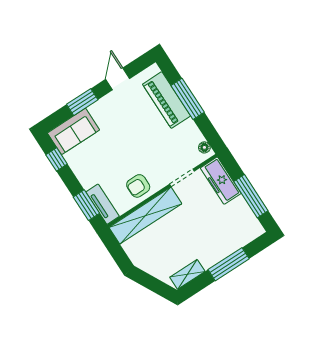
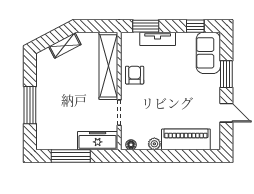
window: (188, 99) -> (176, 156), removed
plant: (190, 126) -> (154, 144), added
tv unit: (103, 204) -> (158, 39), moved
shelving: (187, 274) -> (65, 46), moved, turned 62

